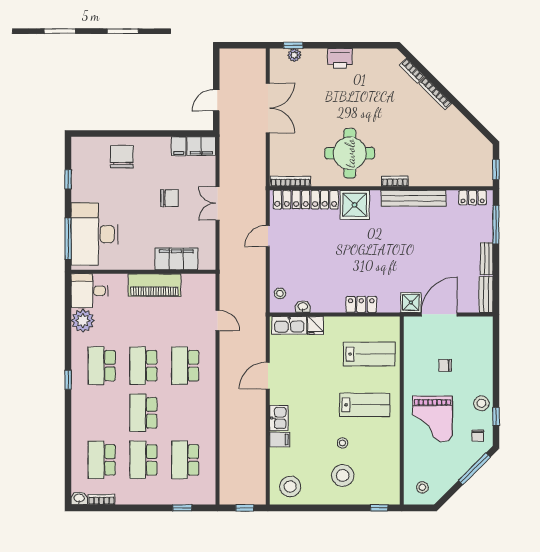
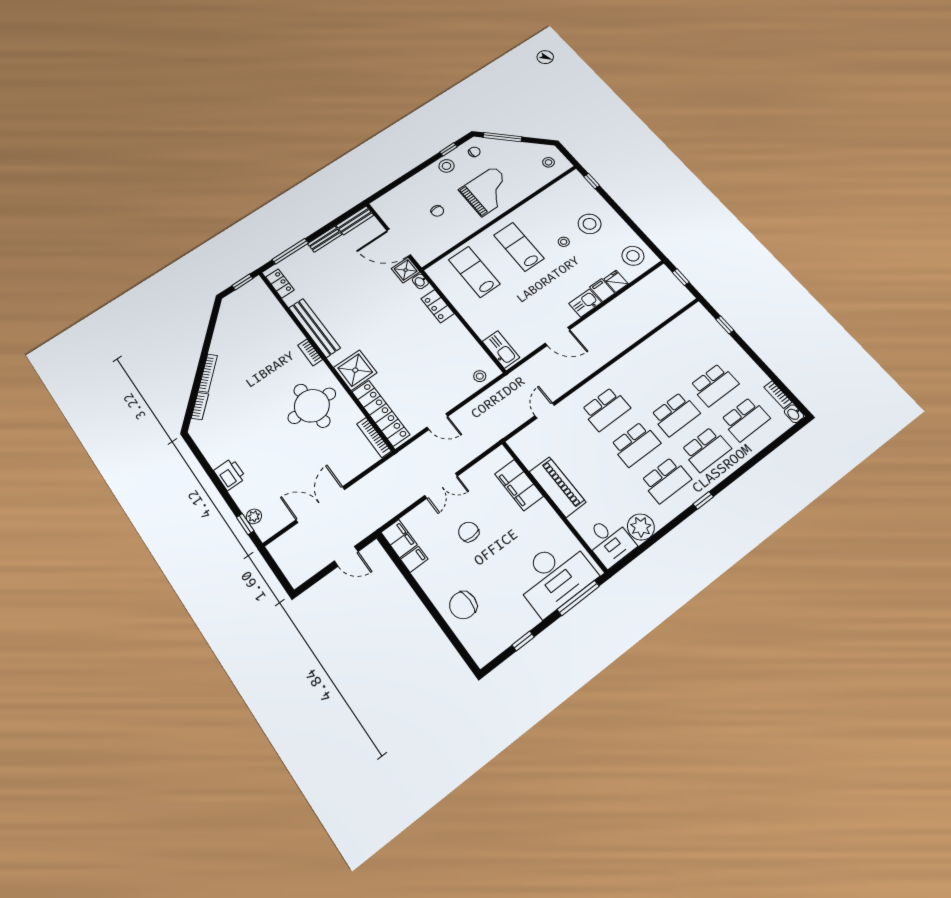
washbasin: (303, 307) -> (420, 281), moved
fridge: (315, 325) -> (616, 281), moved, turned -90
school desk: (185, 460) -> (706, 449), moved

